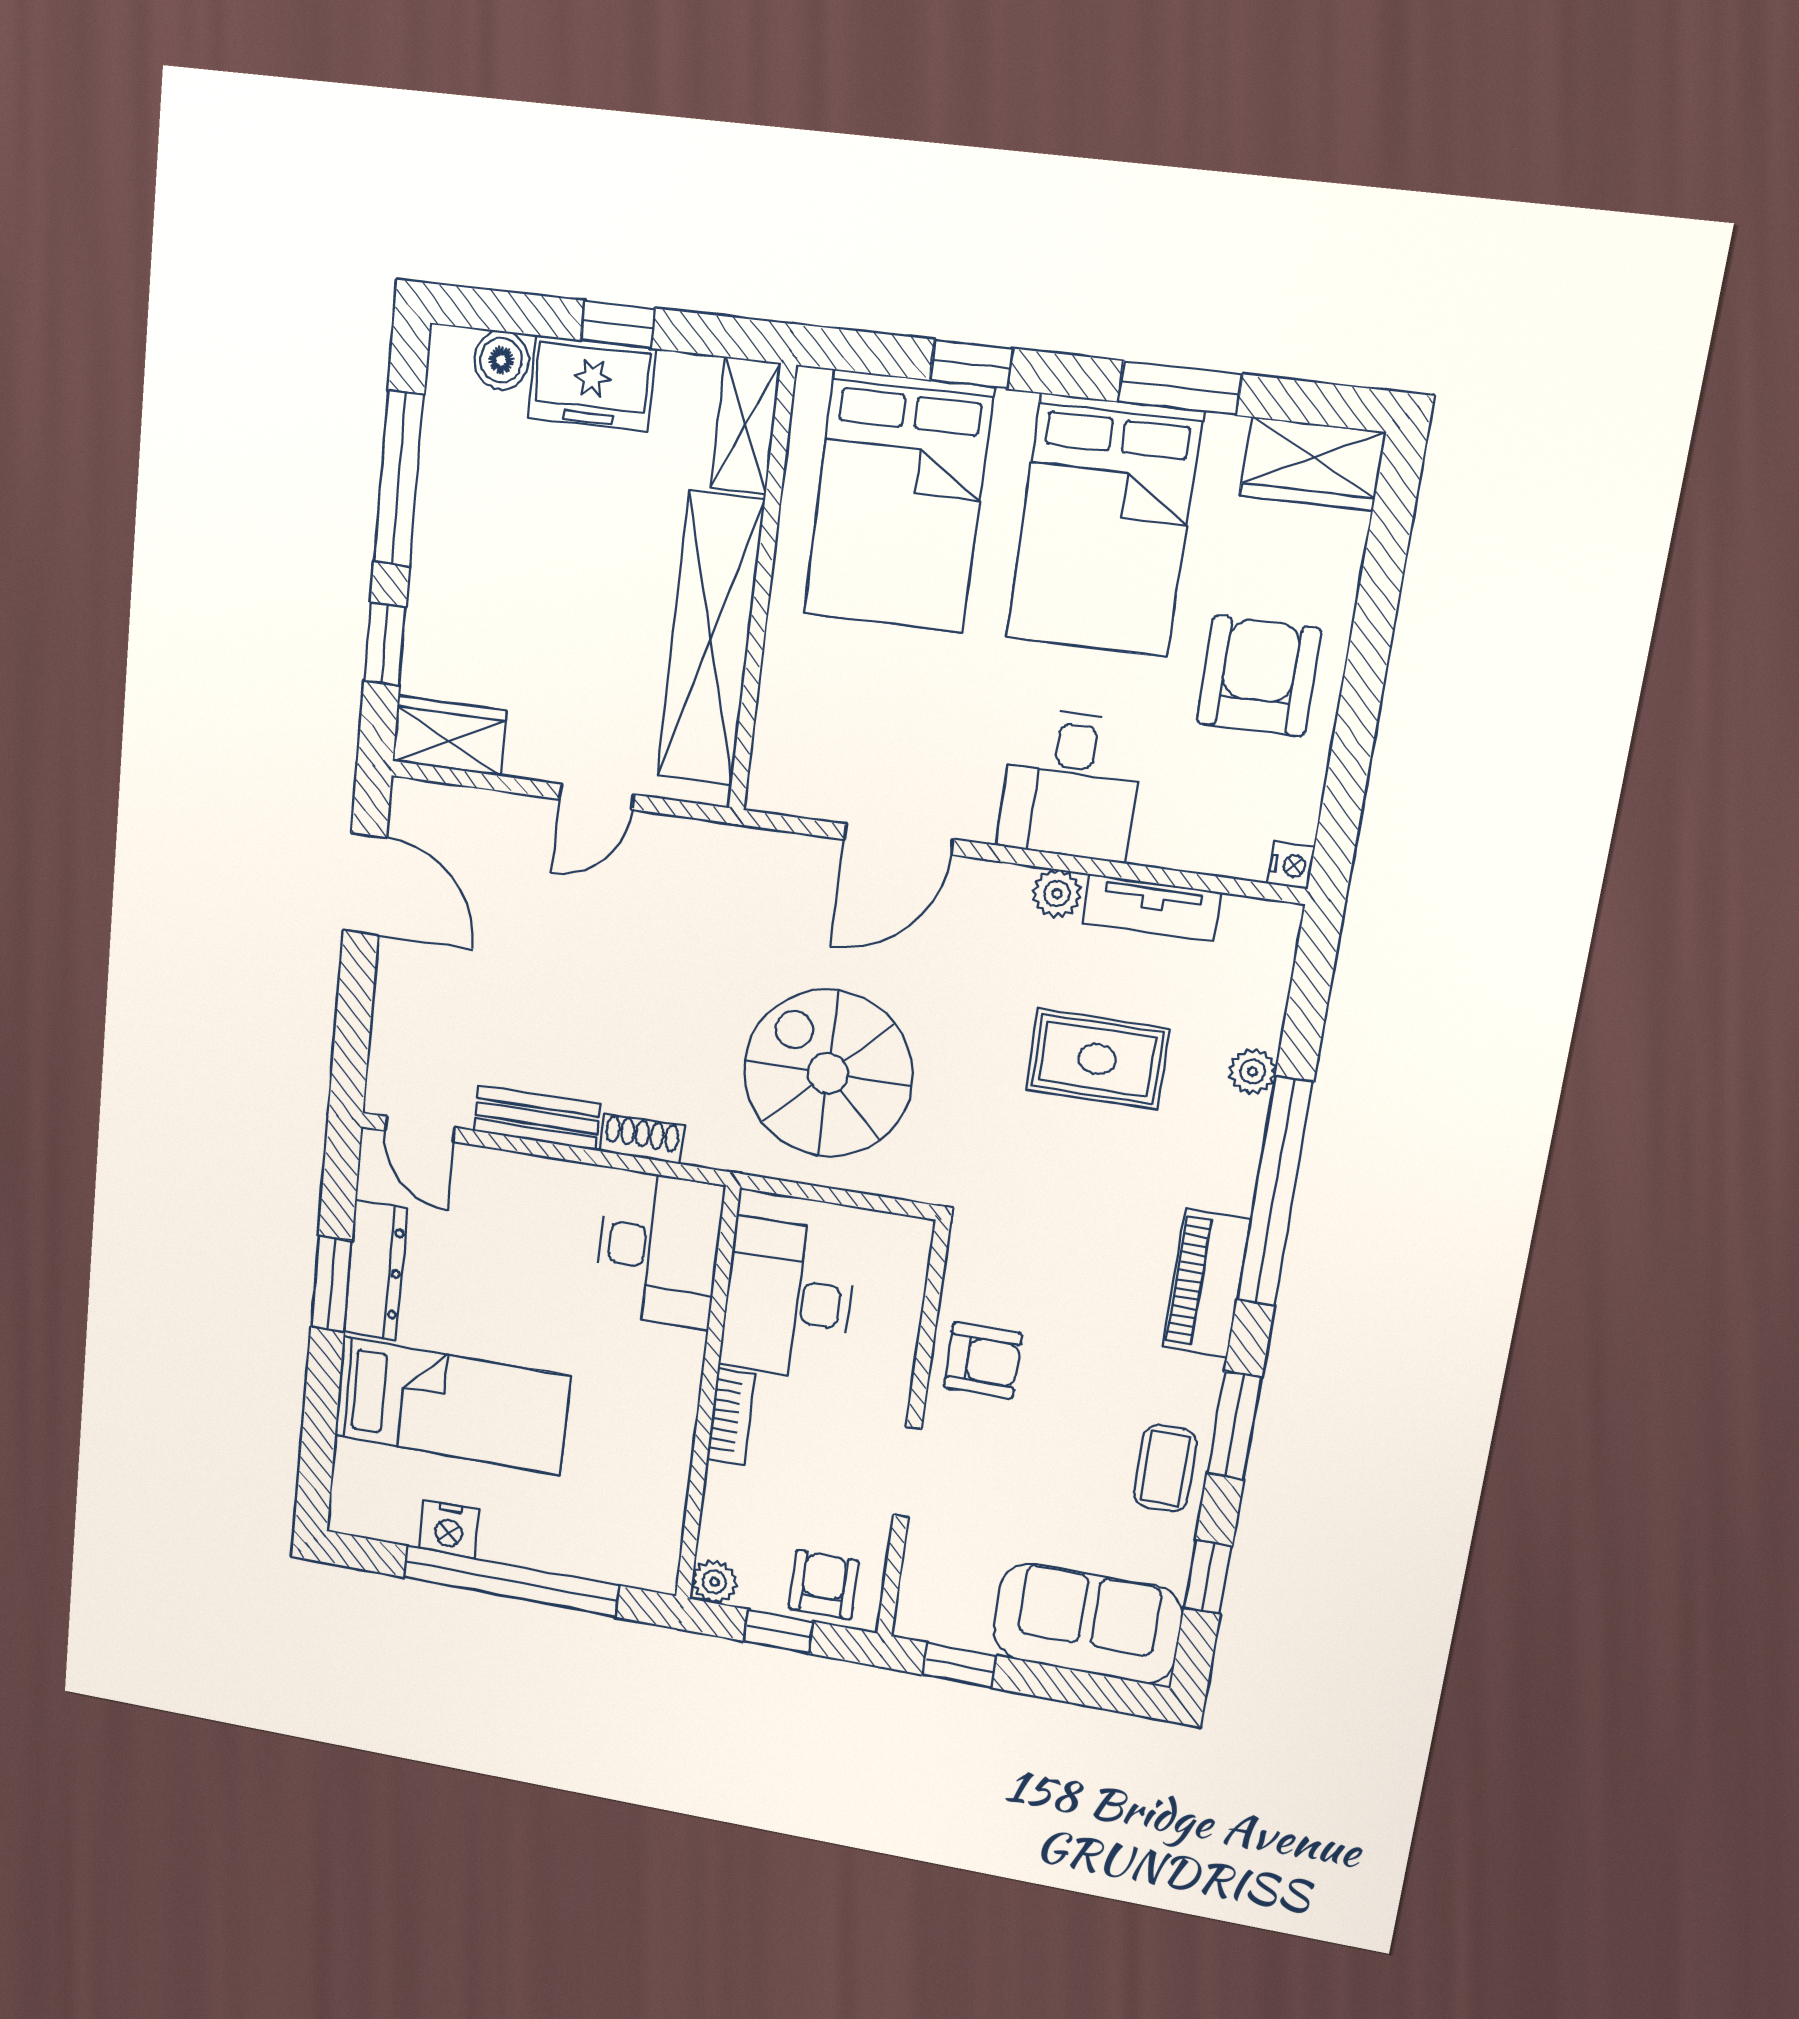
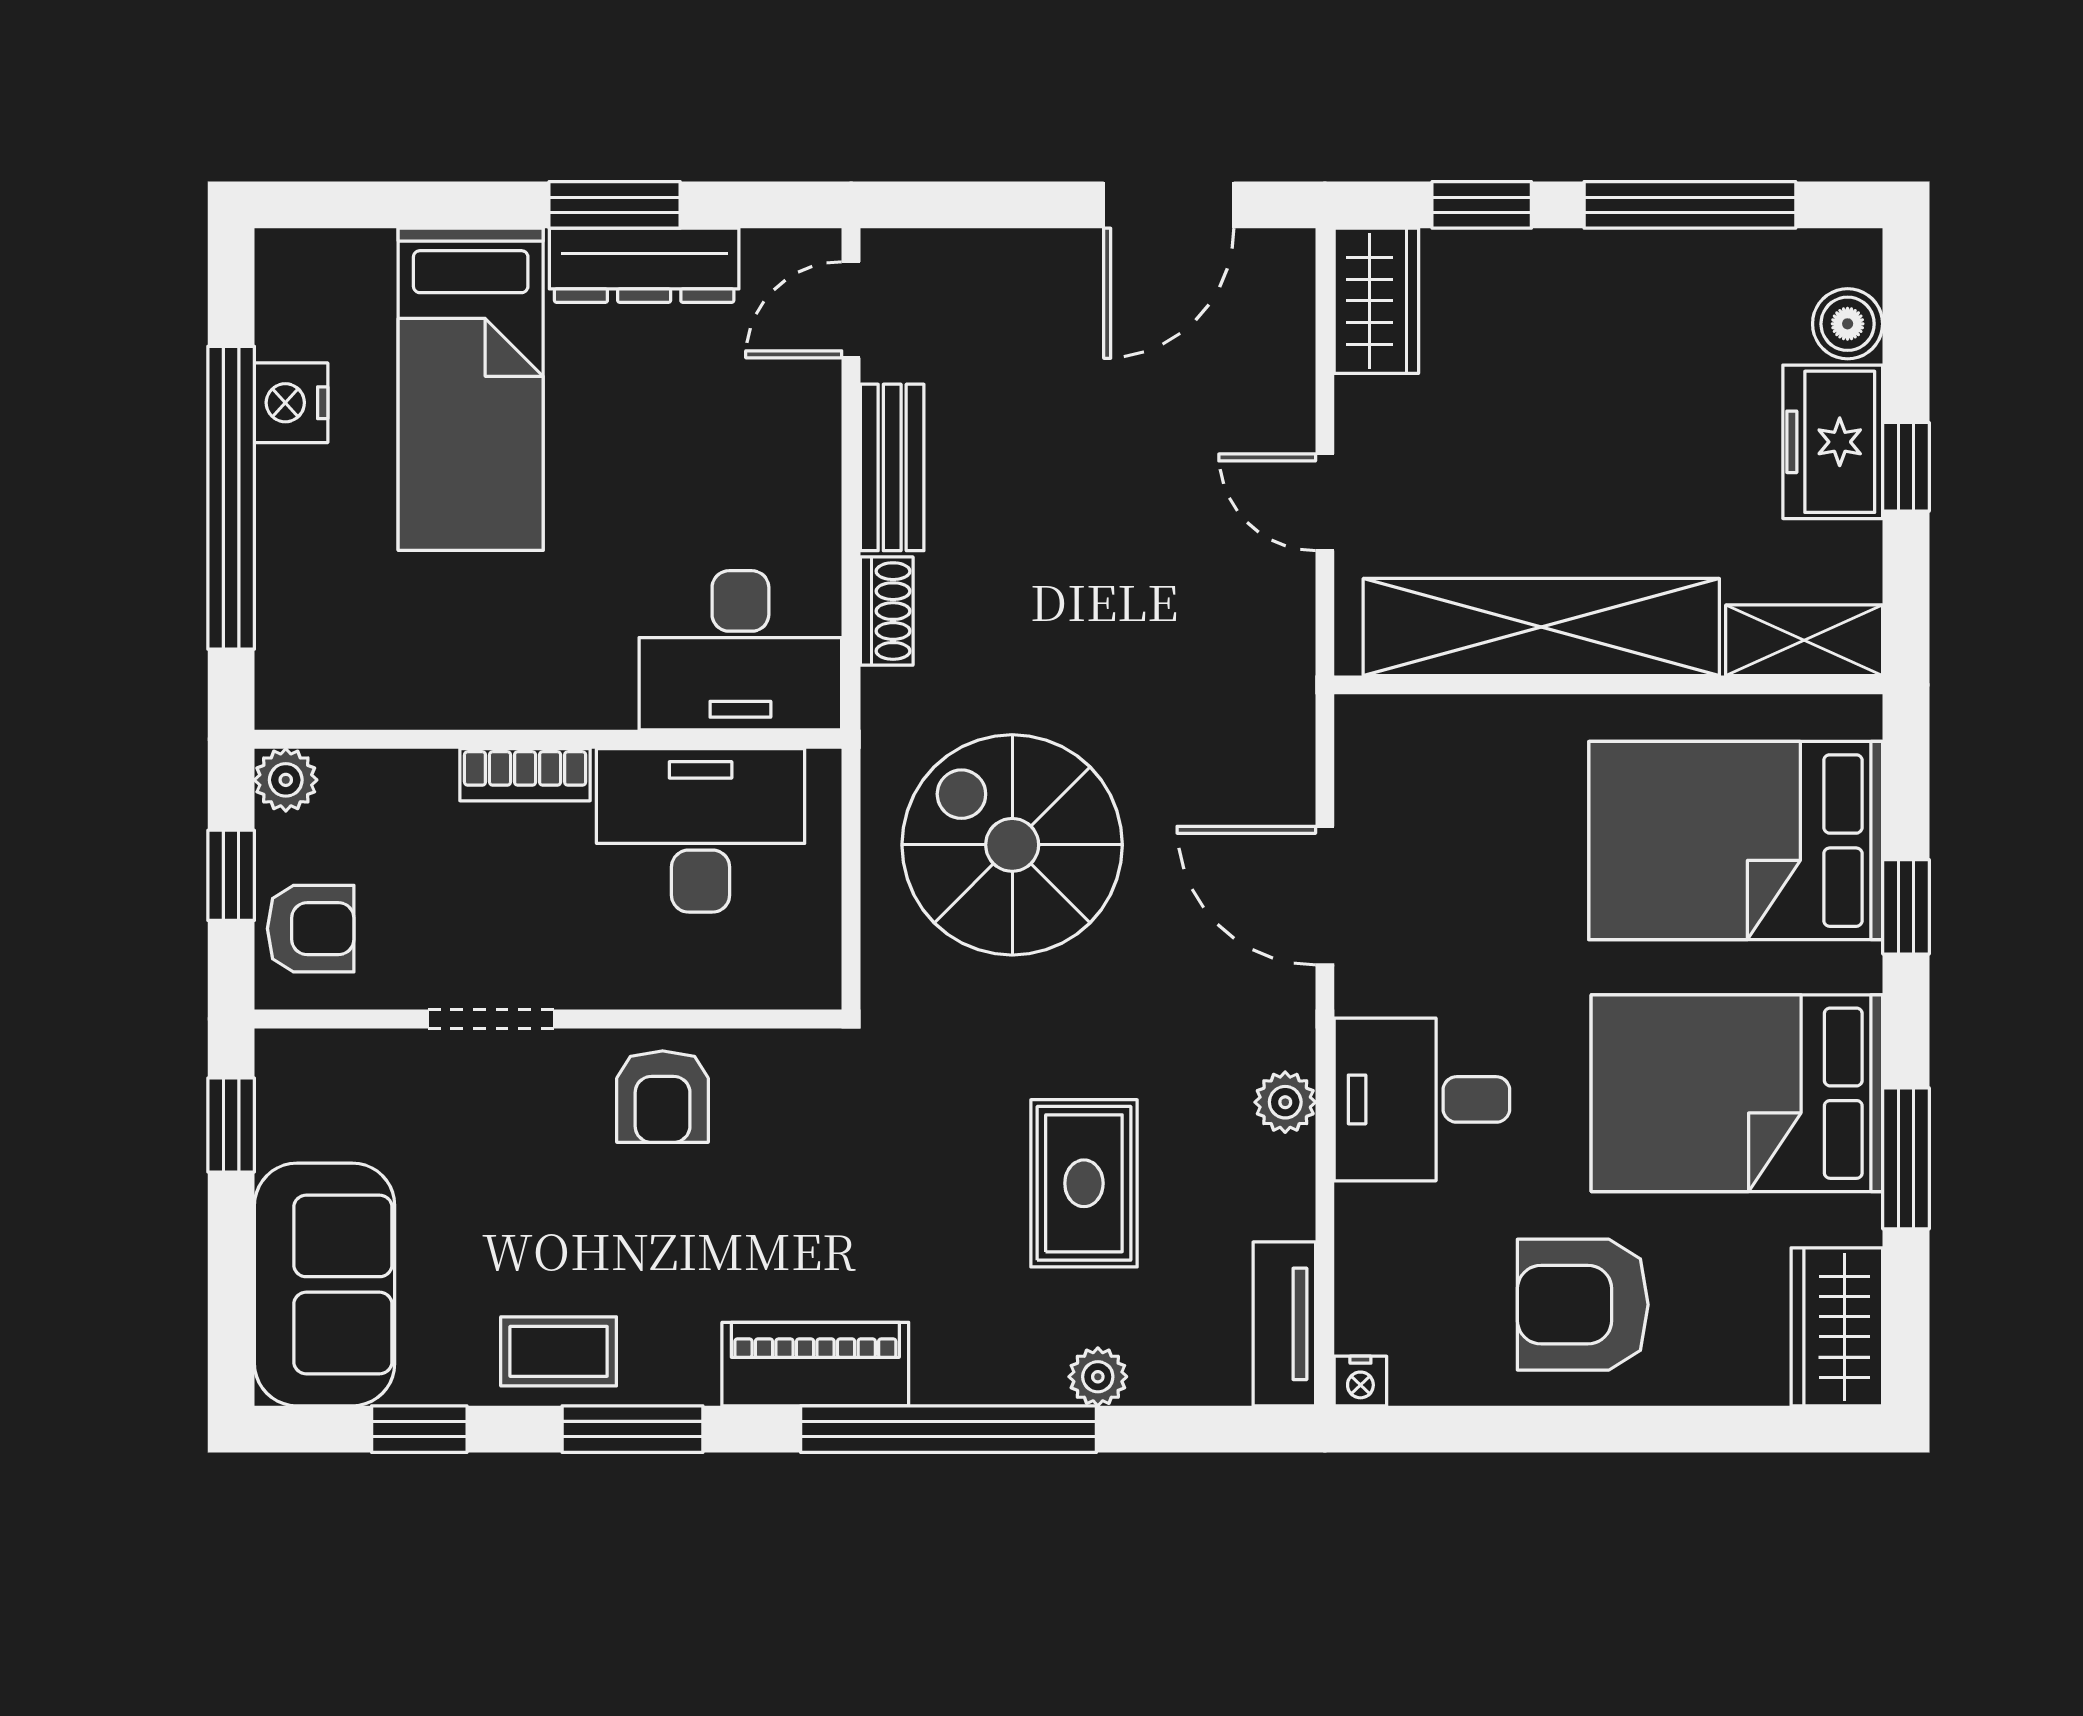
armchair: (1259, 676) -> (1583, 1305), turned 180
tv unit: (1151, 908) -> (1284, 1324), moved
spiral stairs: (828, 1073) -> (1012, 845), turned -90

